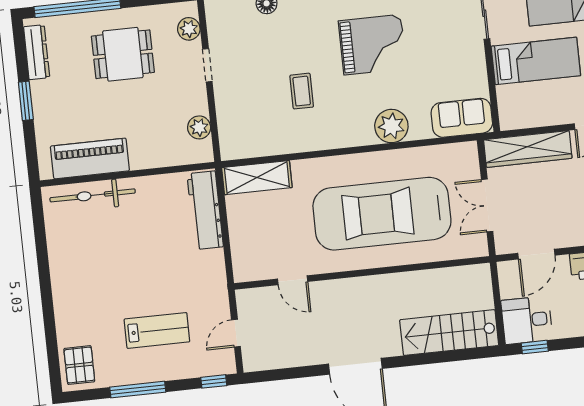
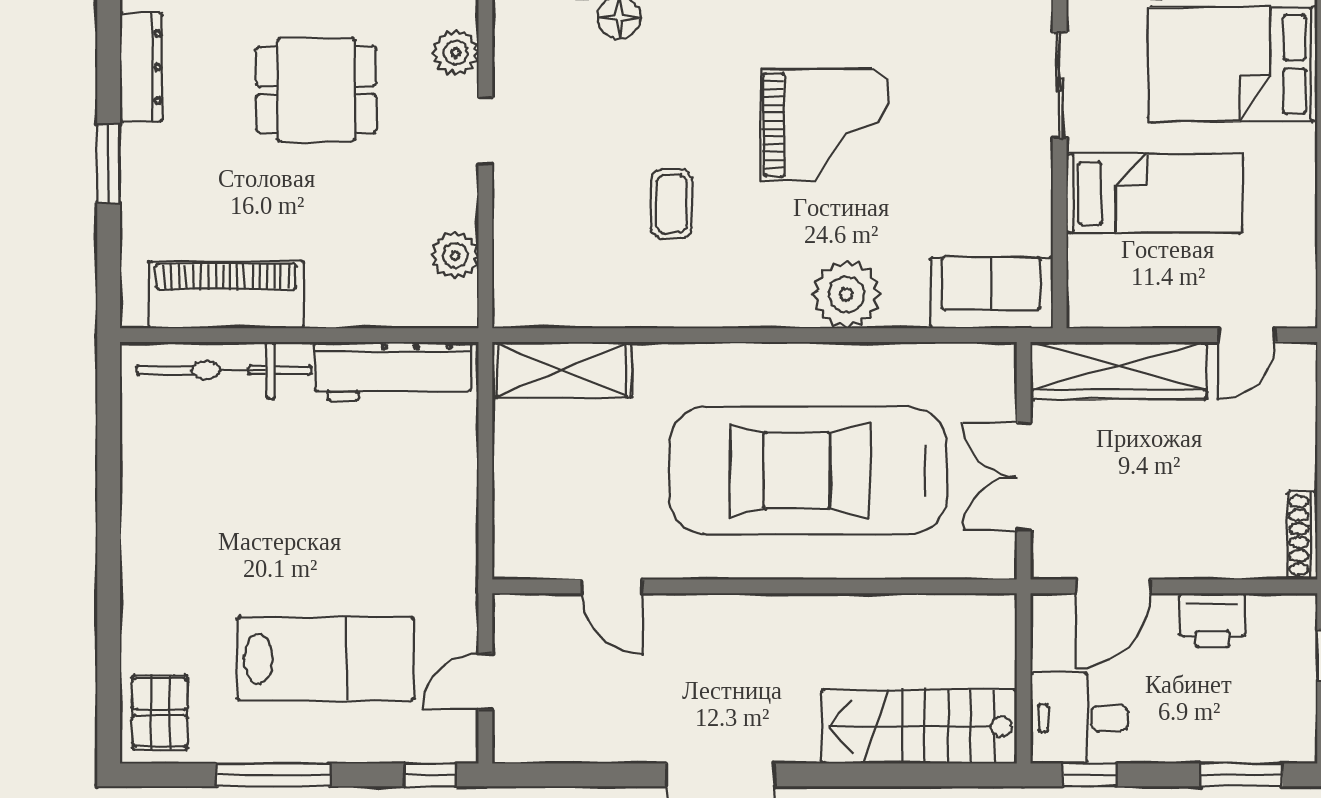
workbench: (205, 210) -> (393, 371), moved, turned -90
lab bench: (157, 330) -> (325, 659), width x1.36, depth x1.39

